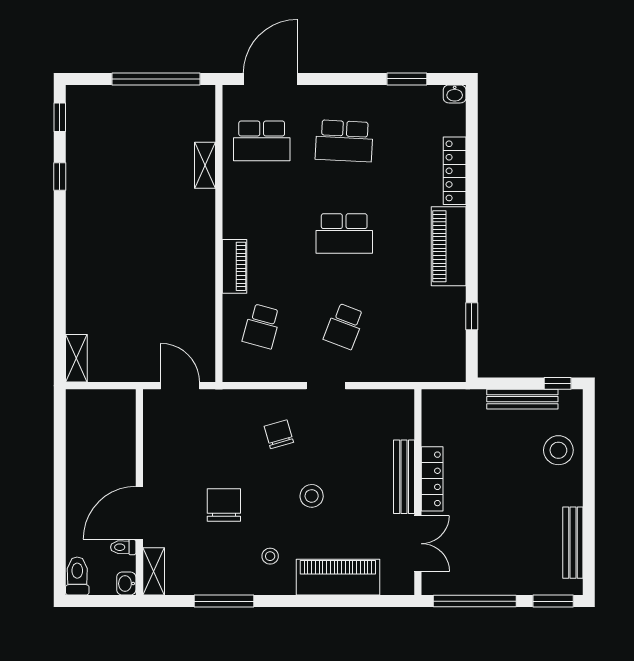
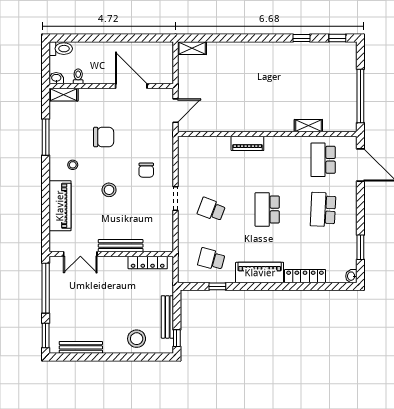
school desk: (262, 326) -> (211, 259), moved
chair: (279, 434) -> (146, 170), turned 106
locker: (432, 479) -> (148, 263), moved
door: (139, 513) -> (131, 86), moved

